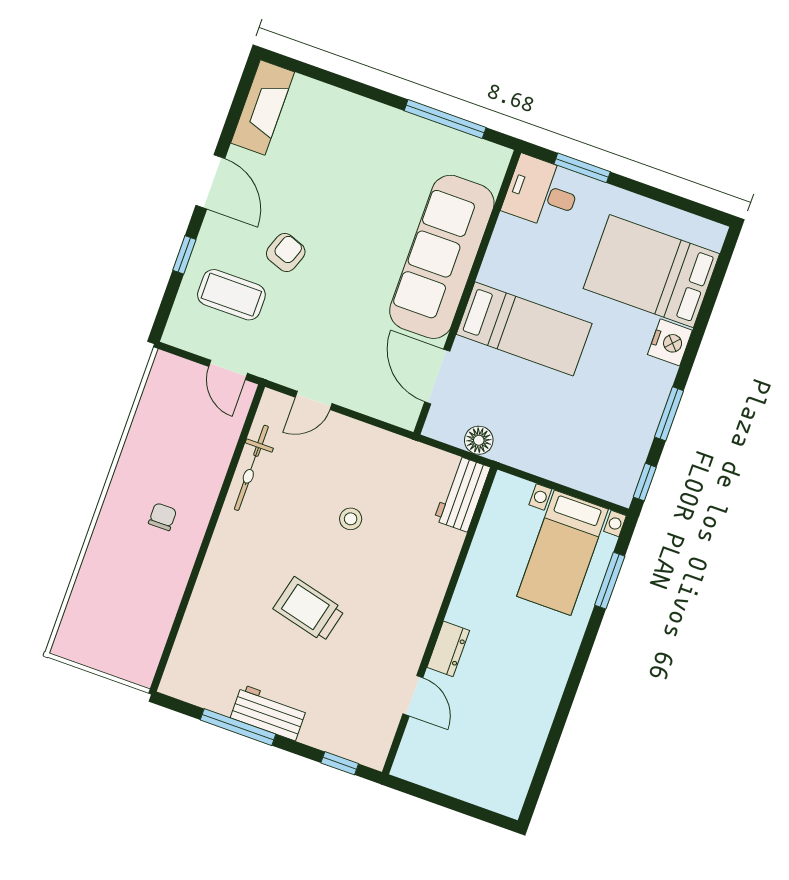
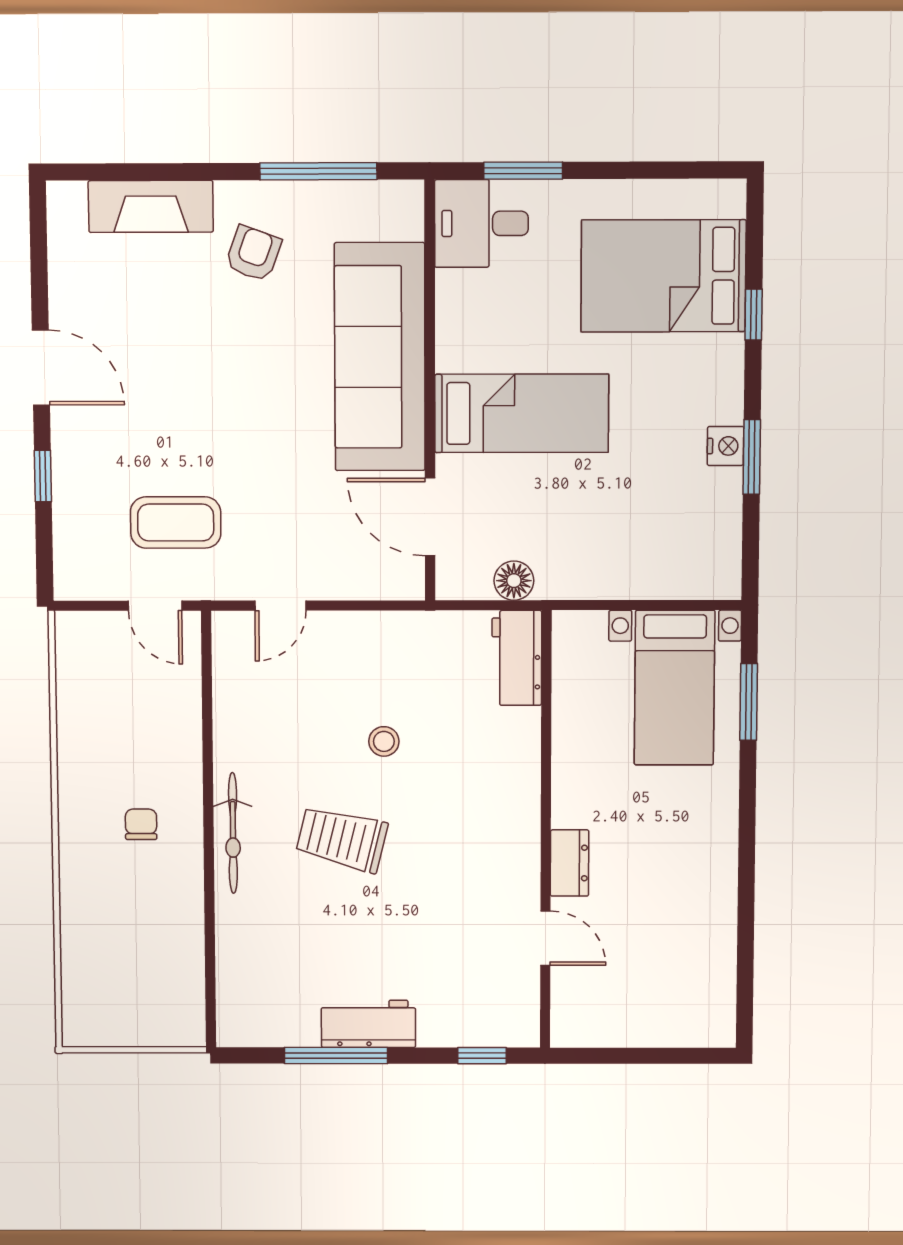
fireplace: (263, 107) -> (151, 206), moved, turned 90
armchair: (286, 253) -> (253, 254), moved
coffee table: (231, 295) -> (176, 522), moved
nightstand: (670, 342) -> (725, 446), moved, width x0.74, depth x0.75
bicycle: (251, 468) -> (233, 833), moved
window: (645, 482) -> (754, 315), moved
trolley: (309, 609) -> (342, 839), moved

